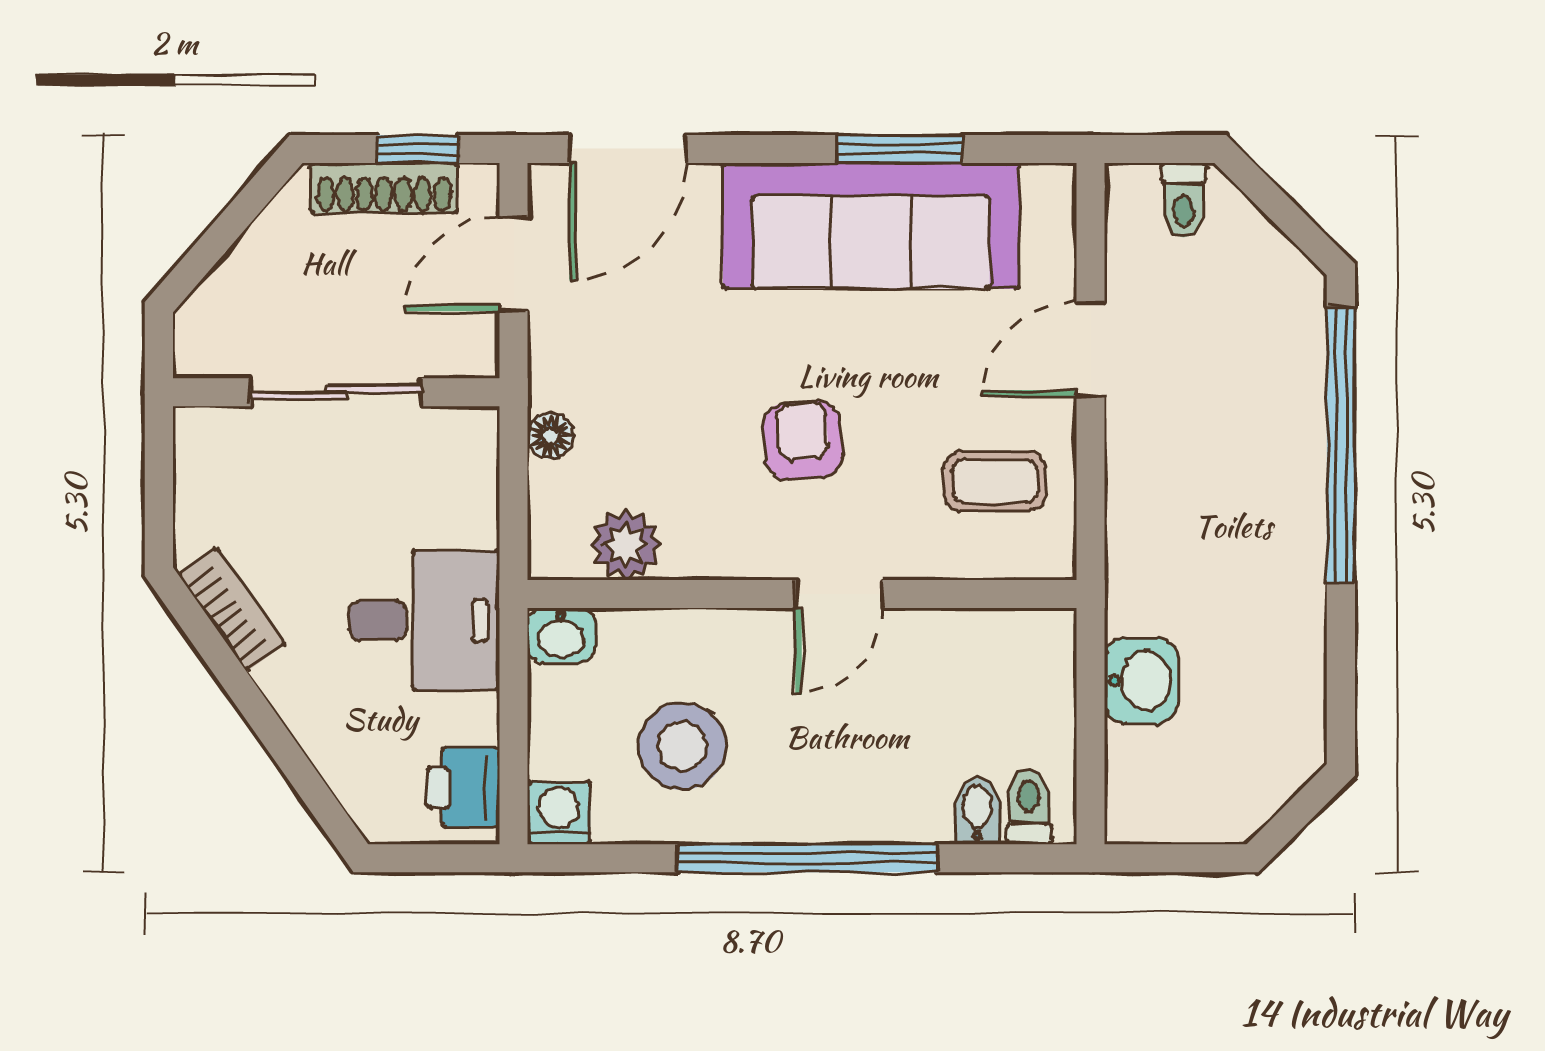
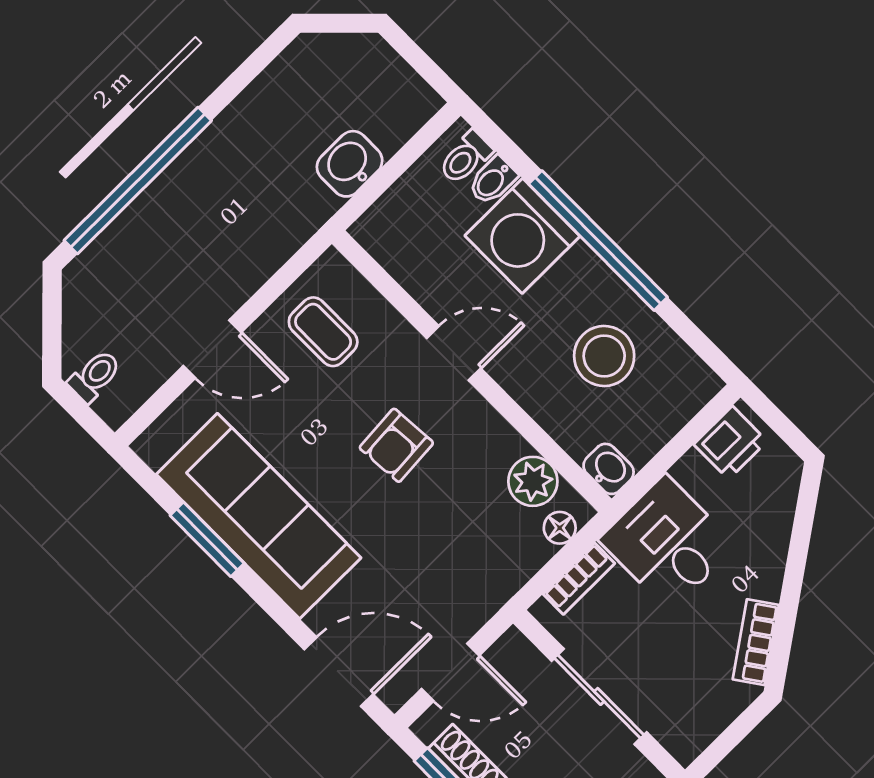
floor lamp: (550, 436) -> (560, 528), moved
bookcase: (478, 492) -> (579, 579), added
washing machine: (559, 813) -> (522, 236), moved, width x1.89, depth x1.89

